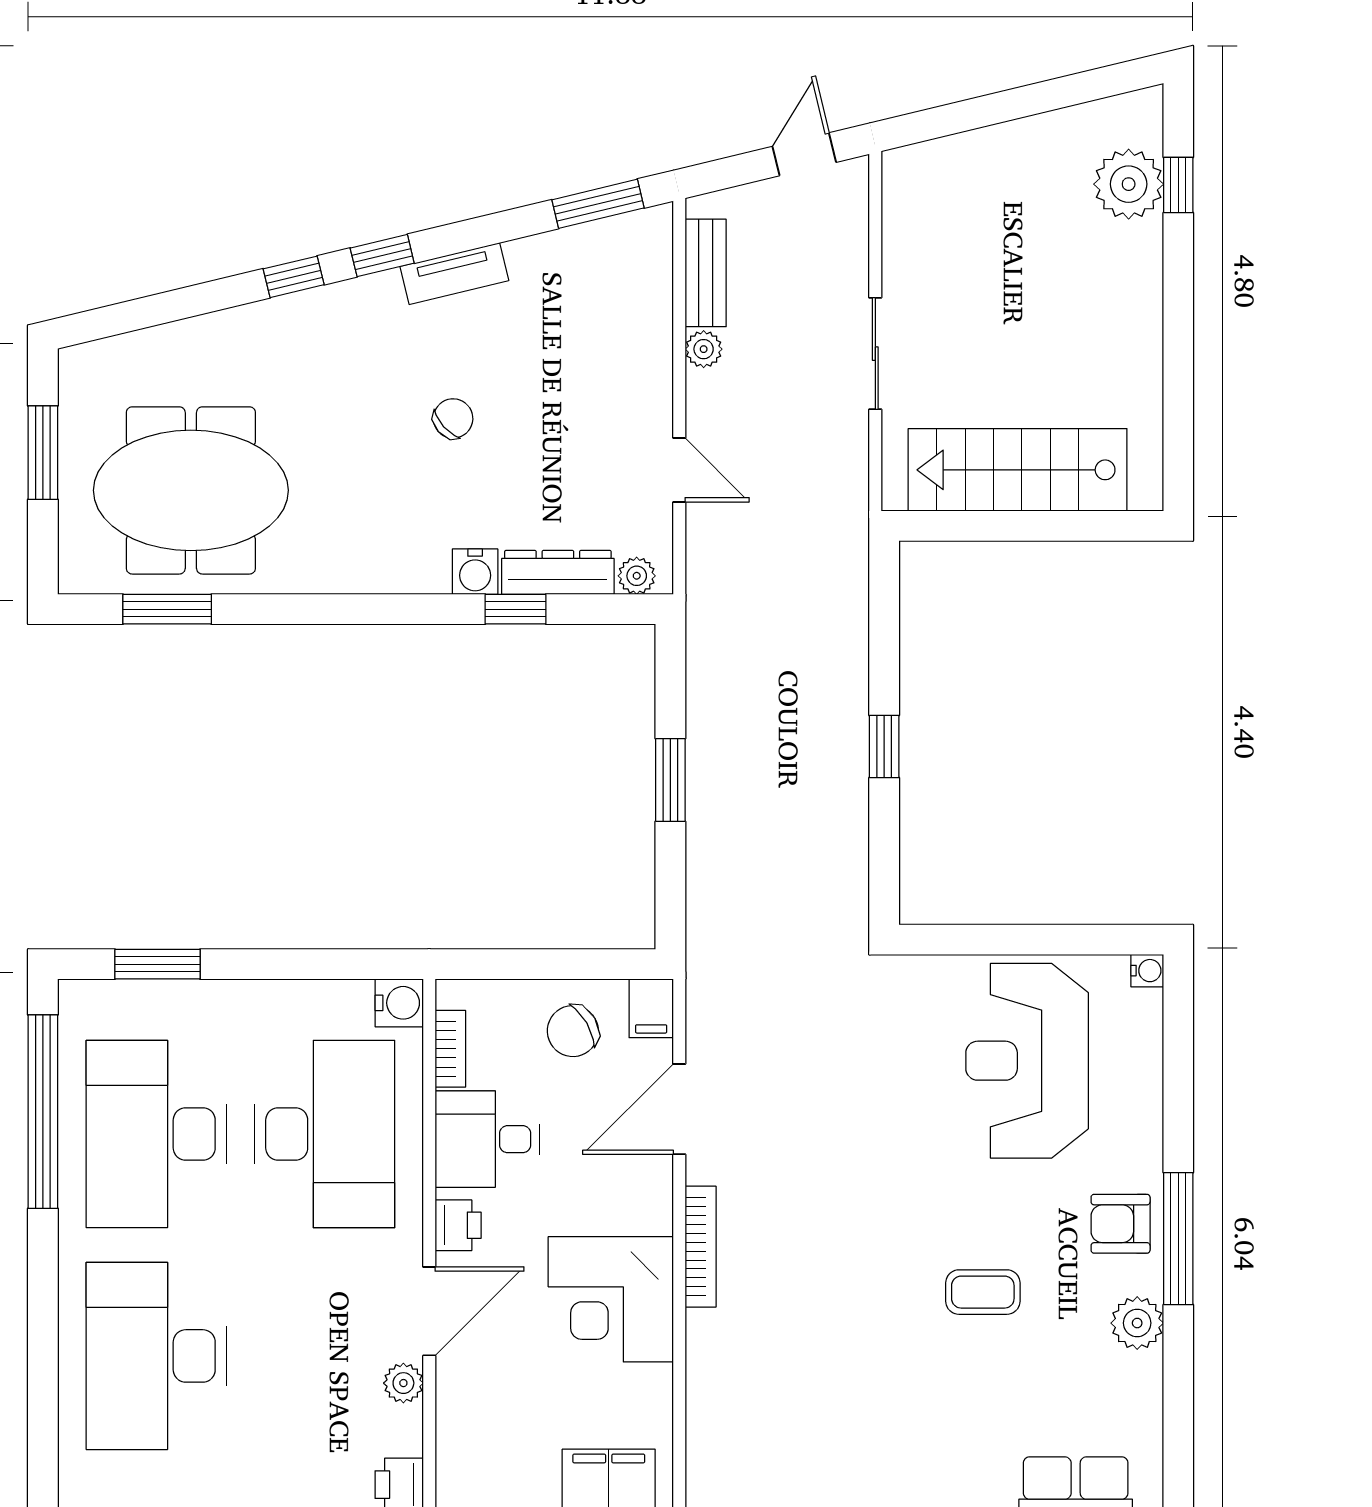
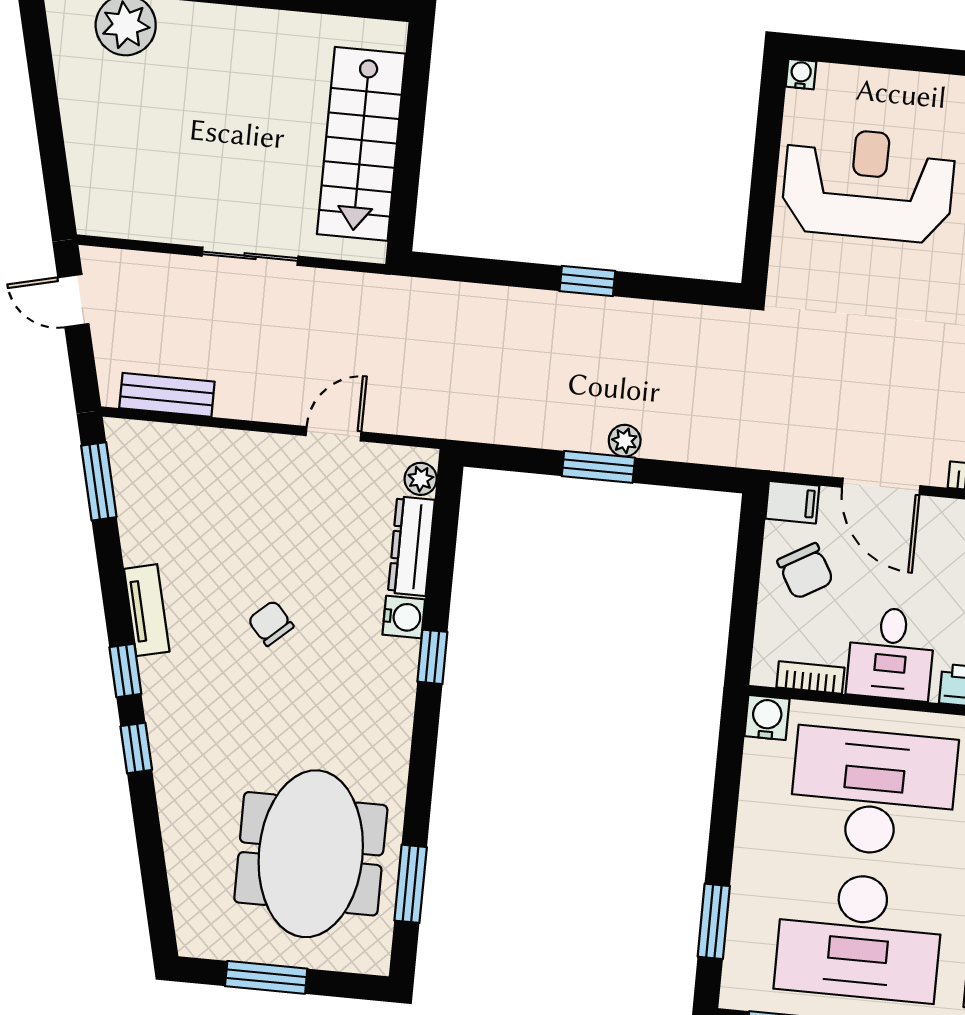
plant: (704, 349) -> (625, 441), moved
window: (515, 609) -> (432, 657), moved
reception desk: (1027, 1061) -> (868, 184), turned 180

